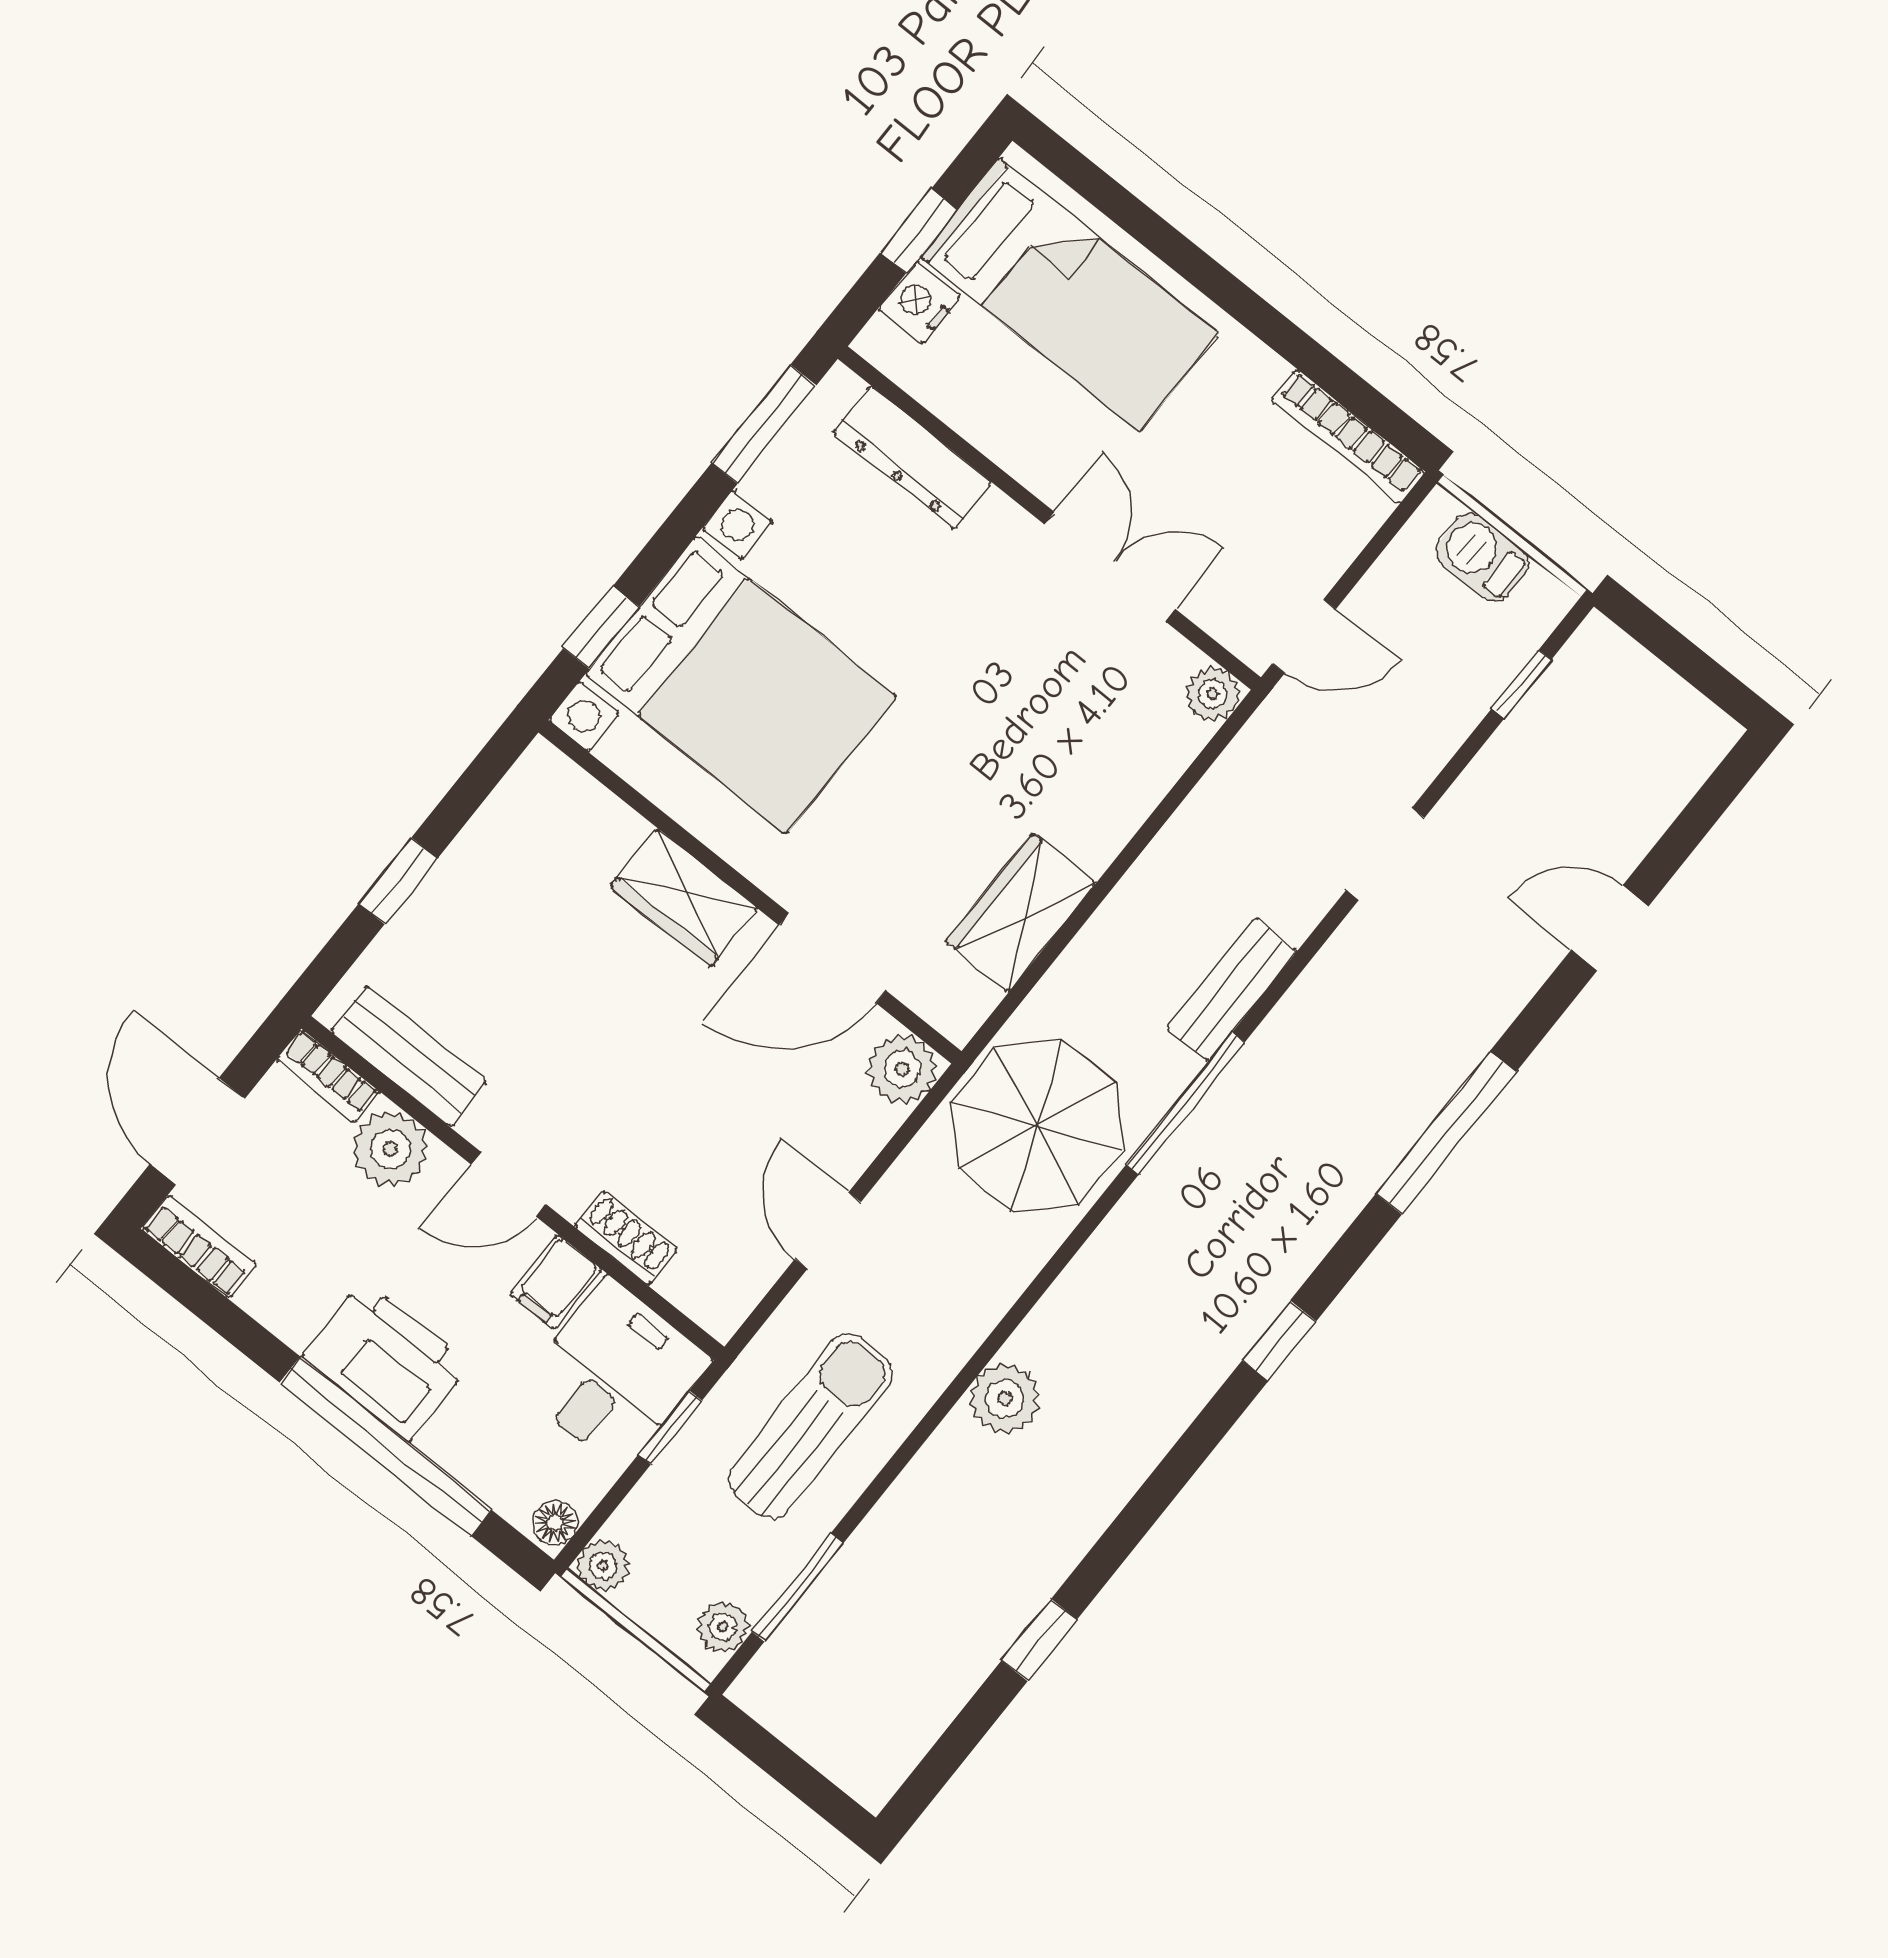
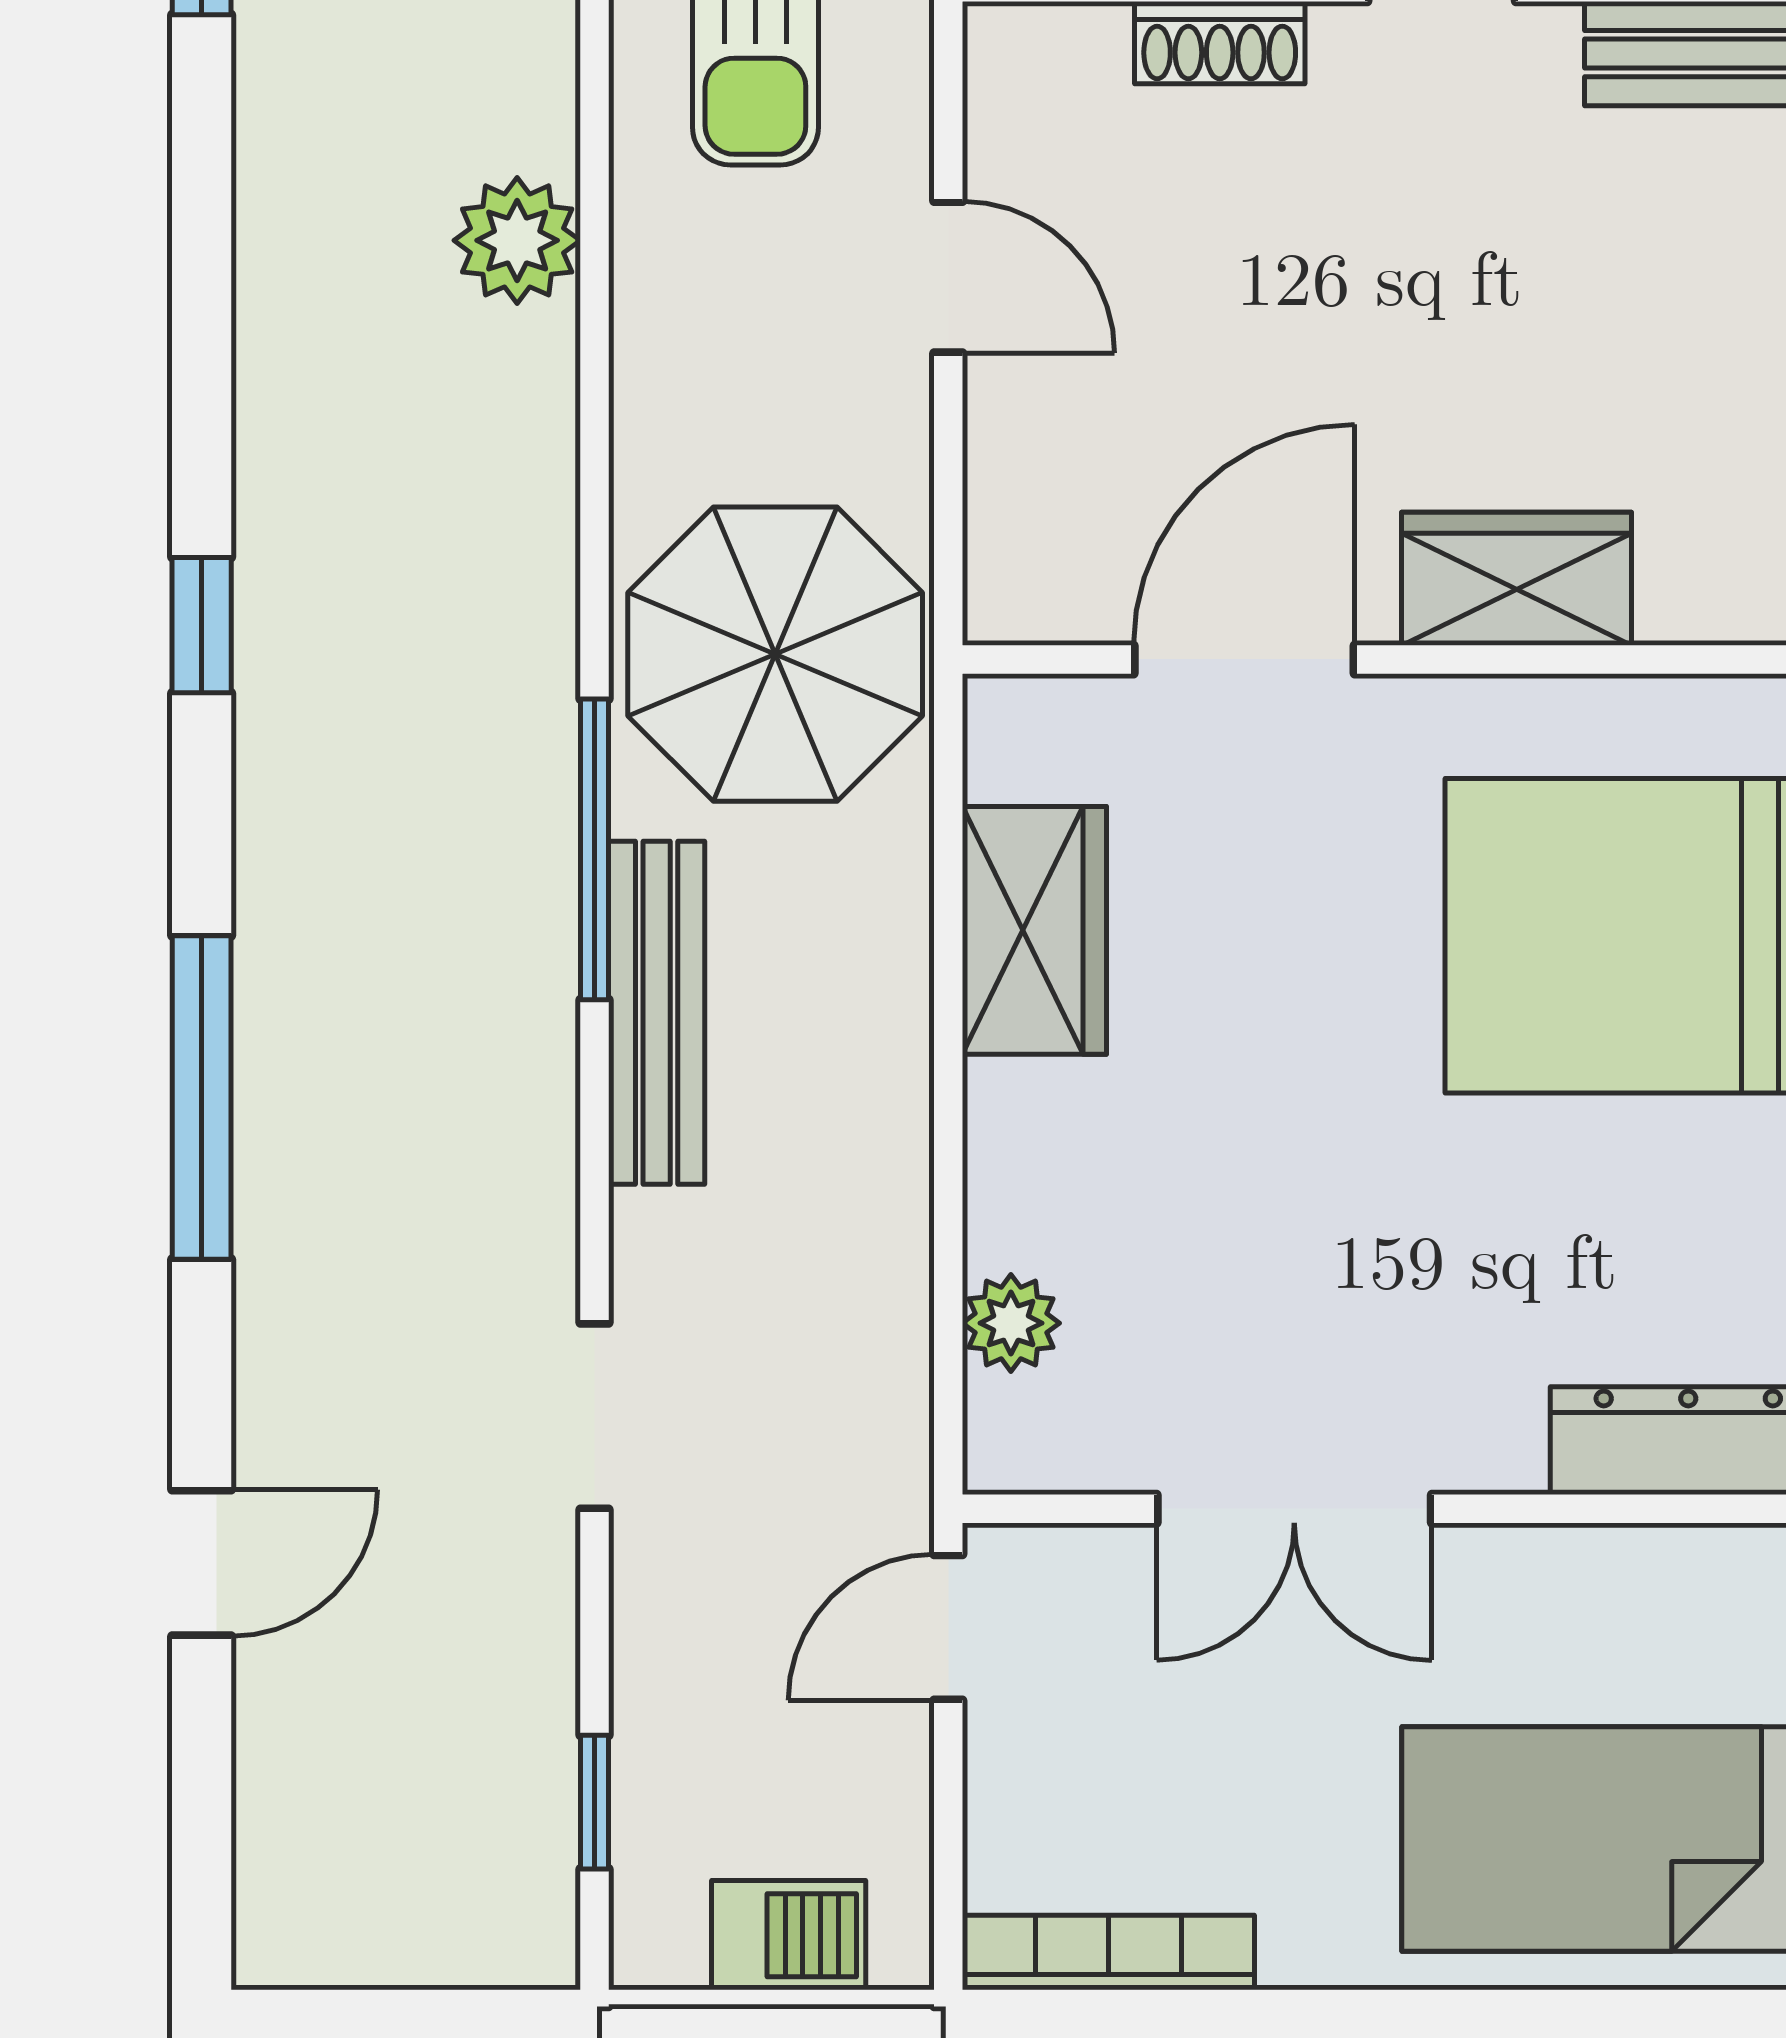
plant: (1212, 694) -> (1011, 1323), moved
bench: (1232, 990) -> (657, 1013), width x1.36
plant: (902, 1069) -> (1025, 583), removed

